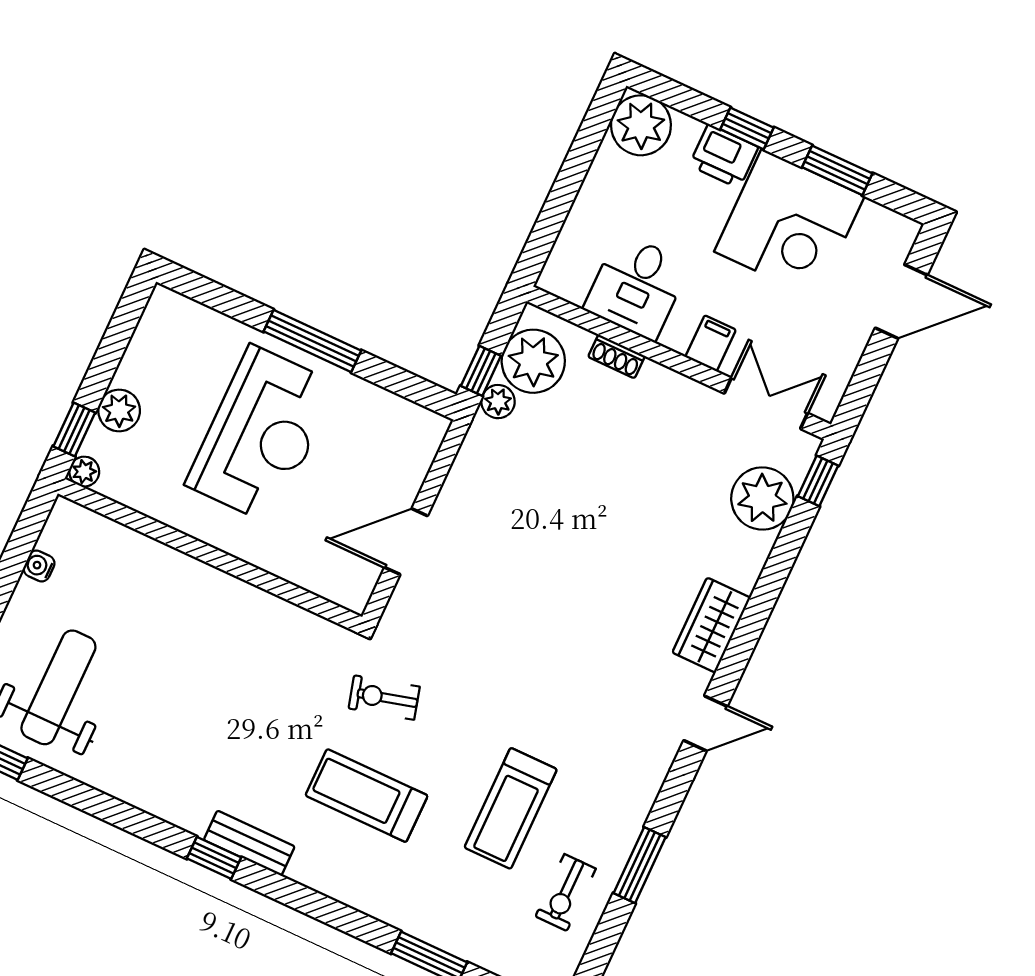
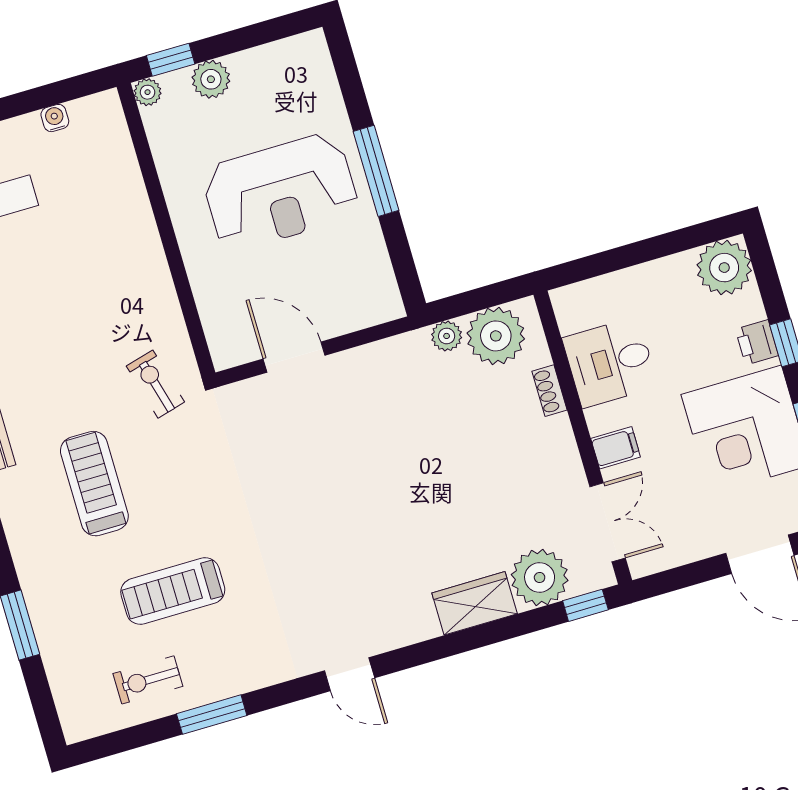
printer: (724, 156) -> (757, 342), width x0.73, depth x0.81
window: (481, 371) -> (457, 306), removed
wardrobe: (711, 625) -> (475, 603), moved
exercise bike: (384, 698) -> (155, 384), moved

